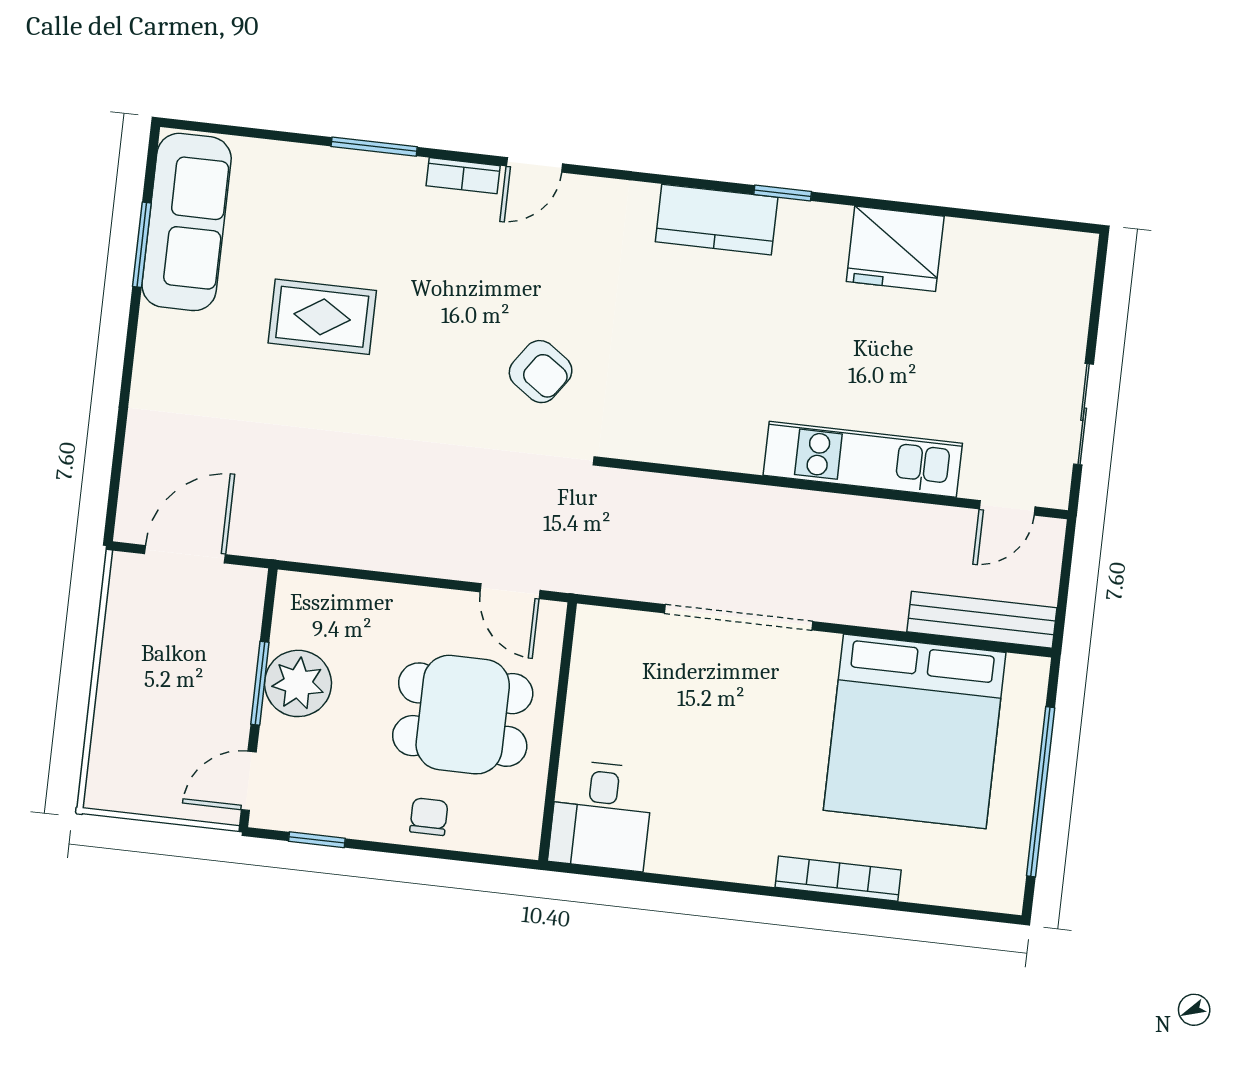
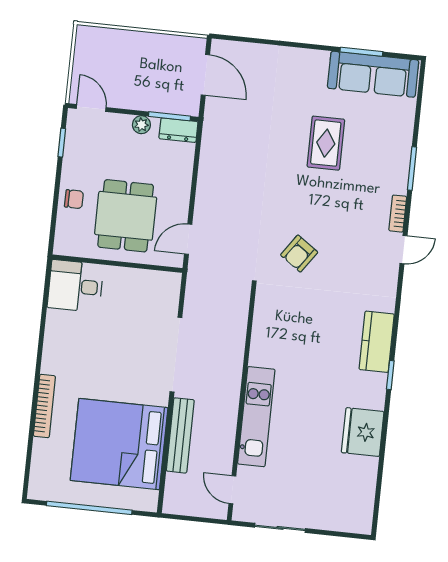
door: (534, 165) -> (404, 250), swing flipped
dresser: (294, 608) -> (178, 130), added
bench: (982, 620) -> (180, 435), moved
window: (260, 683) -> (169, 116), moved
plant: (298, 683) -> (141, 125), width x0.53, depth x0.53

